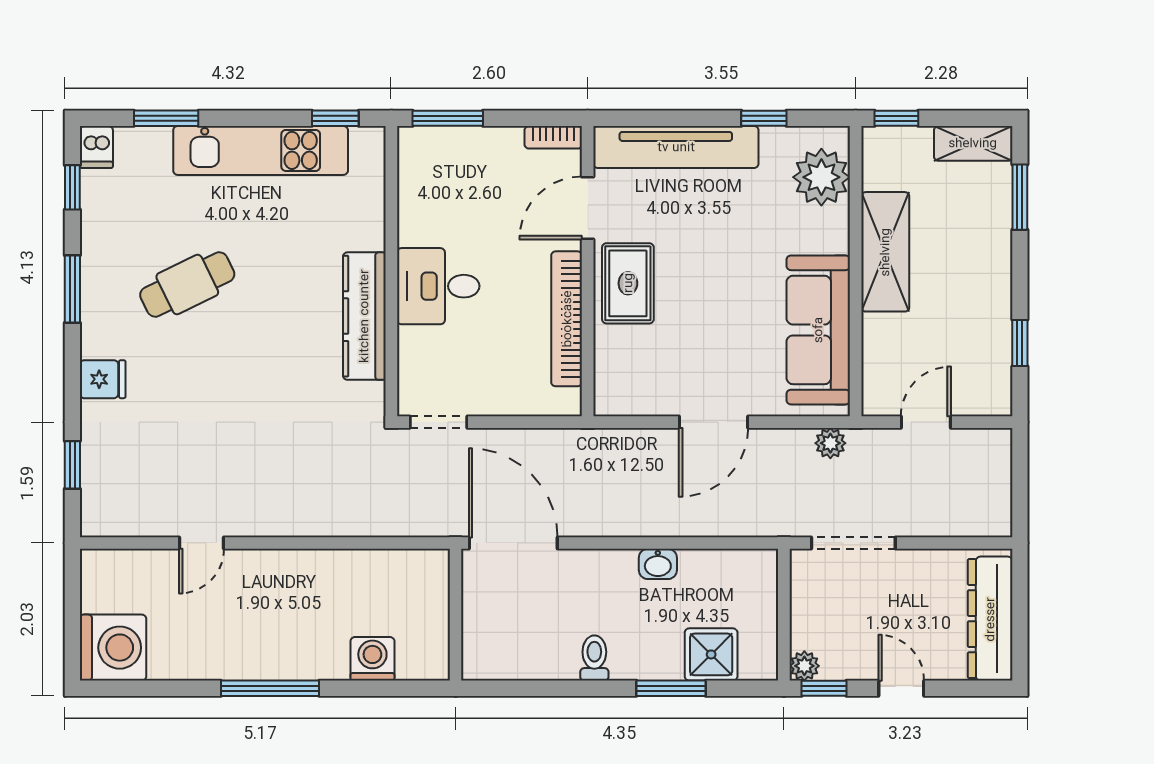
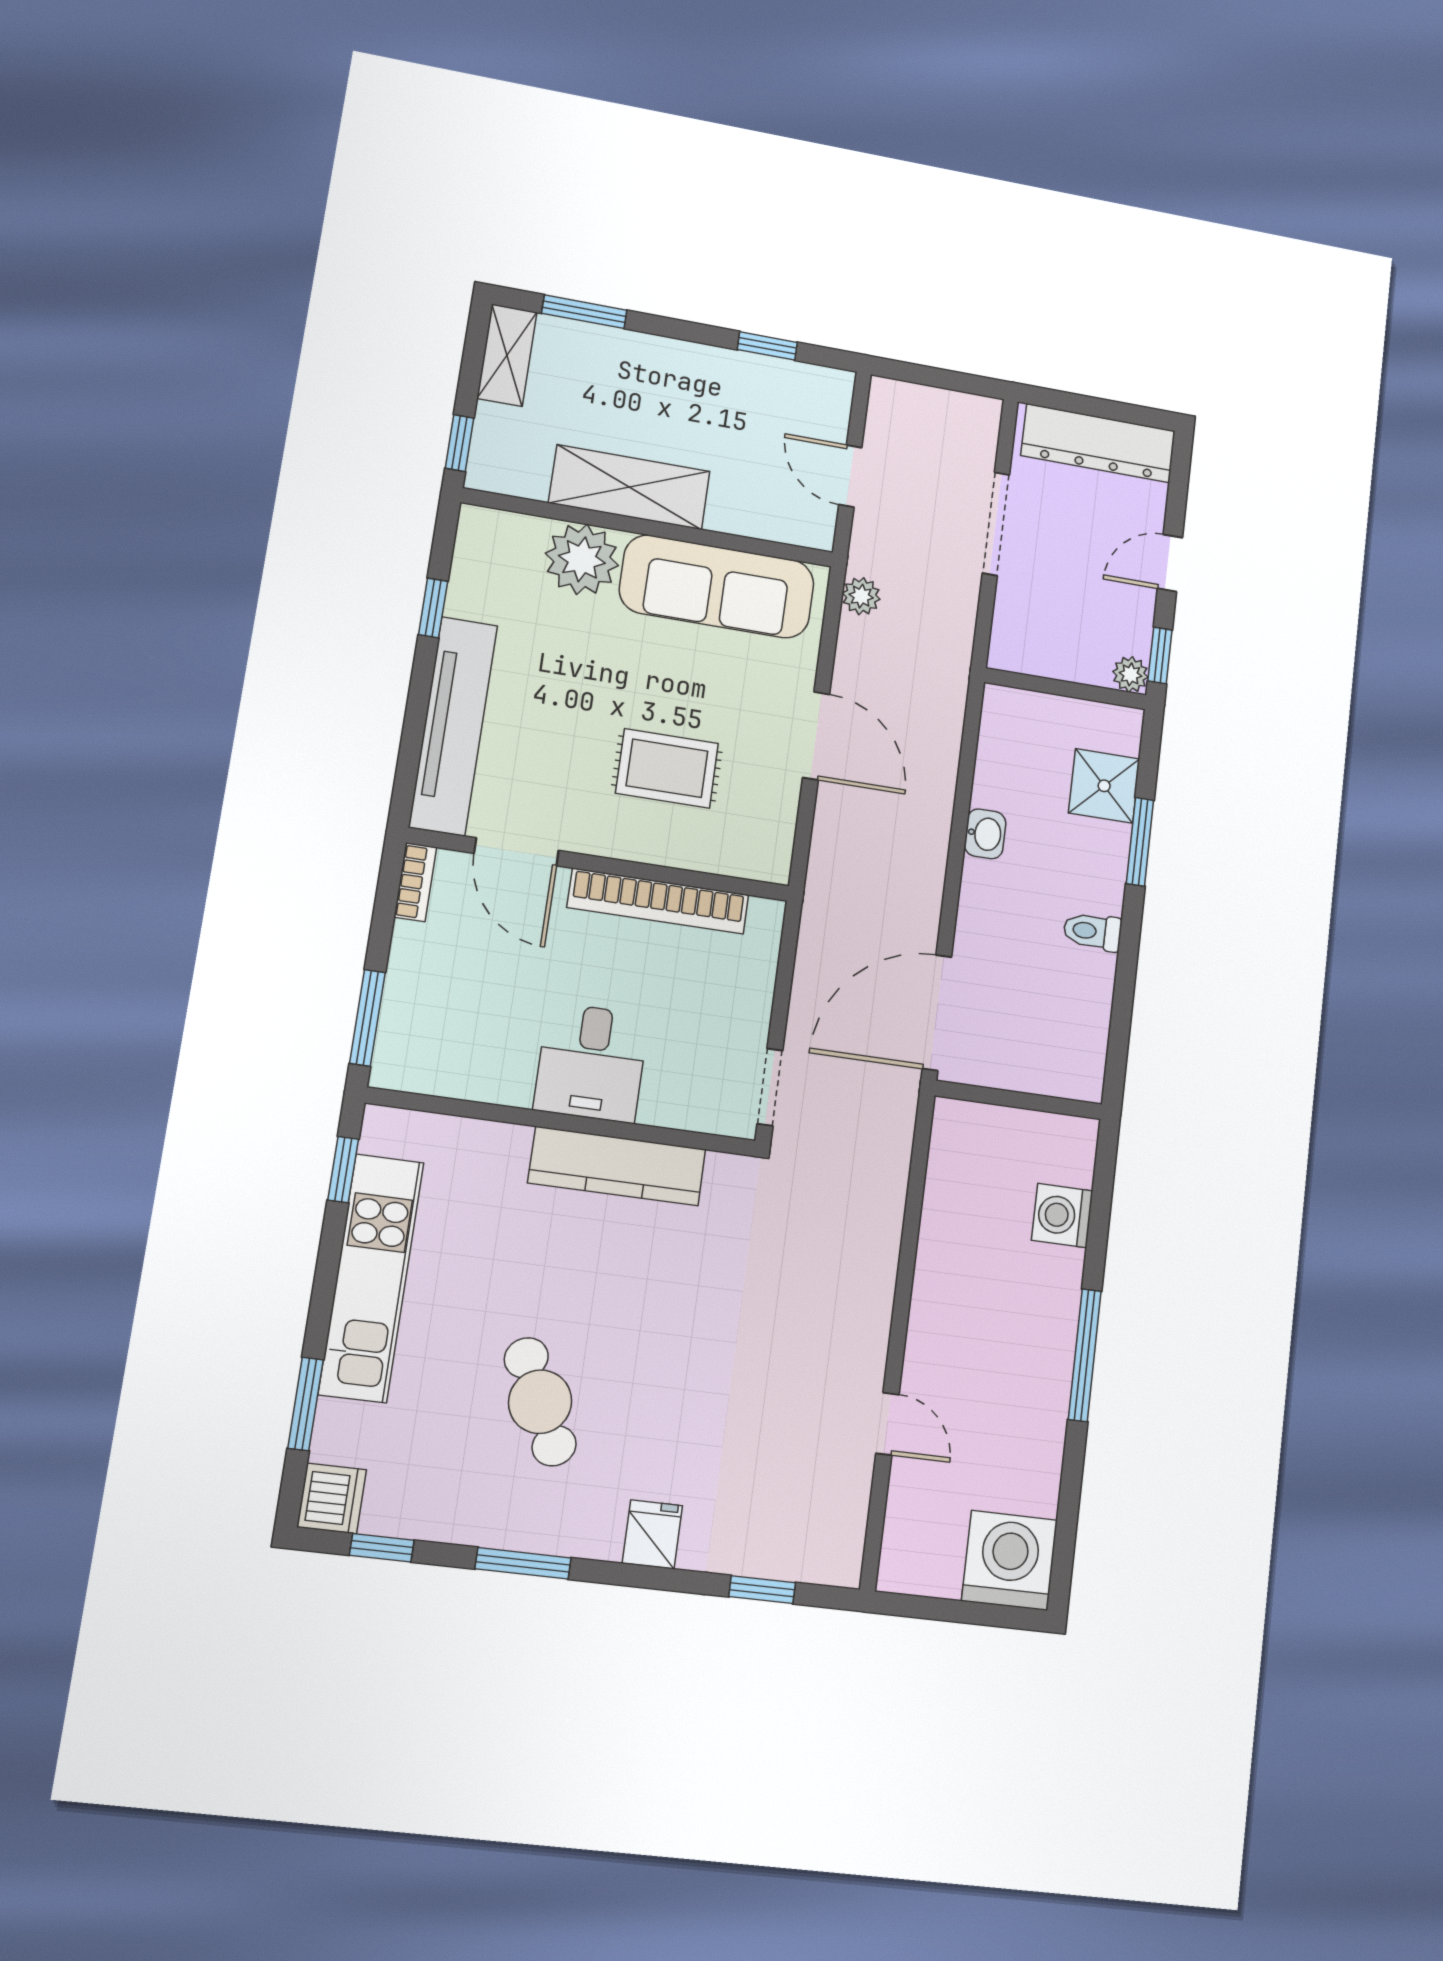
dishwasher: (96, 147) -> (332, 1498), width x1.38
plant: (821, 177) -> (582, 559), moved
rug: (628, 283) -> (667, 768), moved
doorway: (853, 543) -> (996, 524), moved

